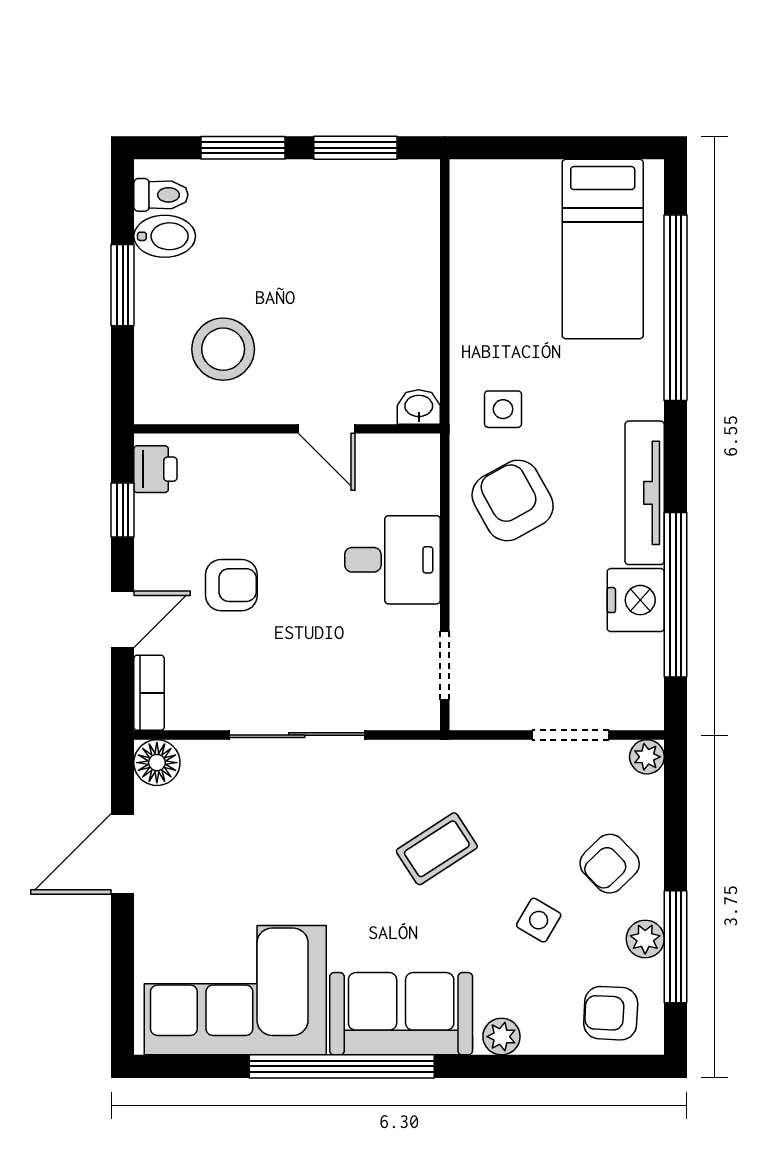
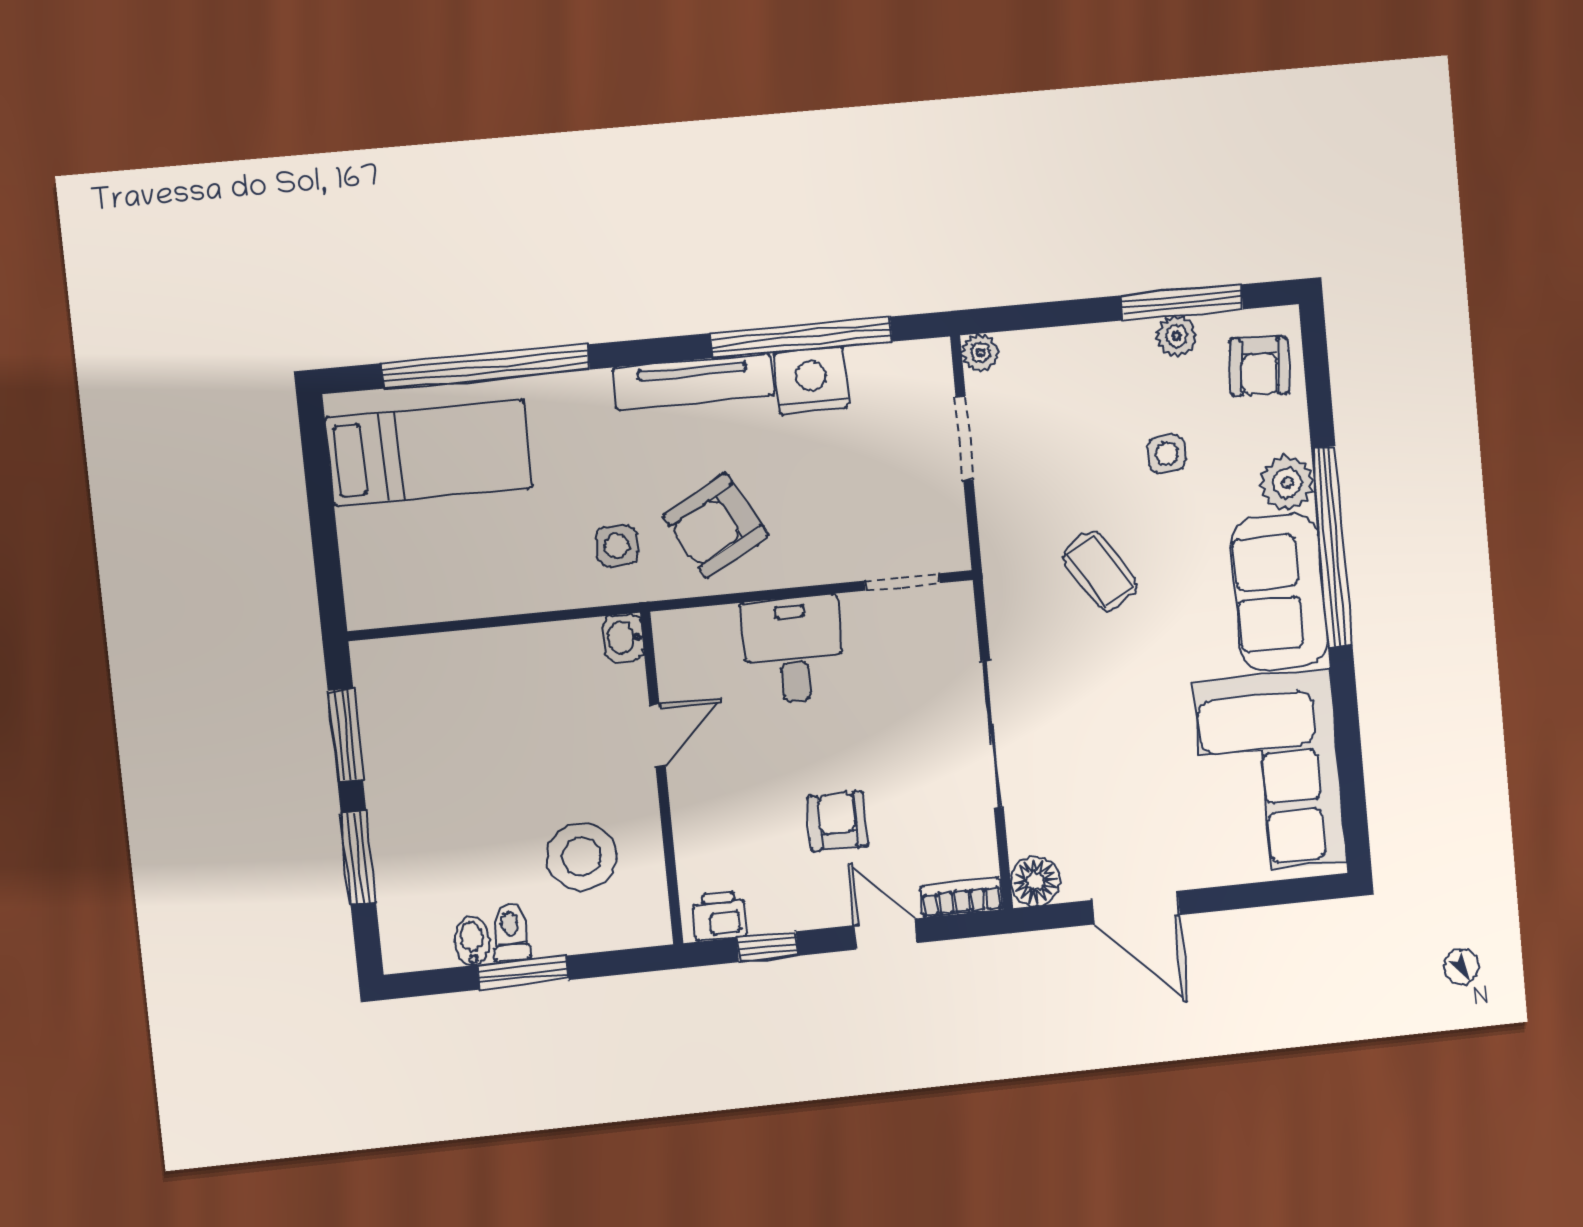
toilet: (161, 195) -> (511, 932), moved
bidet: (165, 236) -> (472, 941), width x0.72, depth x0.74
armchair: (610, 864) -> (1099, 382), removed
side table: (539, 920) -> (1167, 454), turned -32
plant: (501, 1037) -> (1287, 483), width x1.38, depth x1.38
window: (342, 1066) -> (1332, 547), moved

